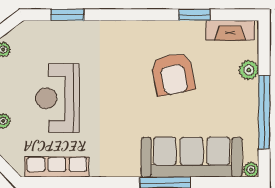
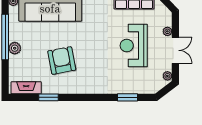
plant: (249, 70) -> (15, 48), moved
reception desk: (57, 98) -> (134, 46), turned 180

